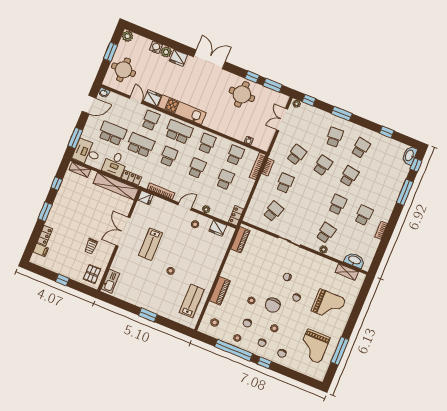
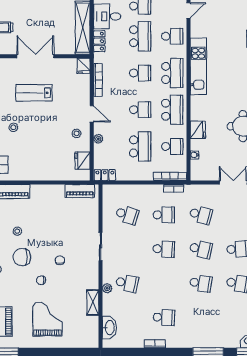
fridge: (153, 98) -> (198, 130), moved
school desk: (207, 143) -> (172, 110), width x1.85
school desk: (225, 180) -> (140, 146), width x1.85
school desk: (337, 204) -> (164, 249), moved
shelving: (347, 272) -> (93, 302), moved
grand piano: (328, 305) -> (47, 319), turned 180

